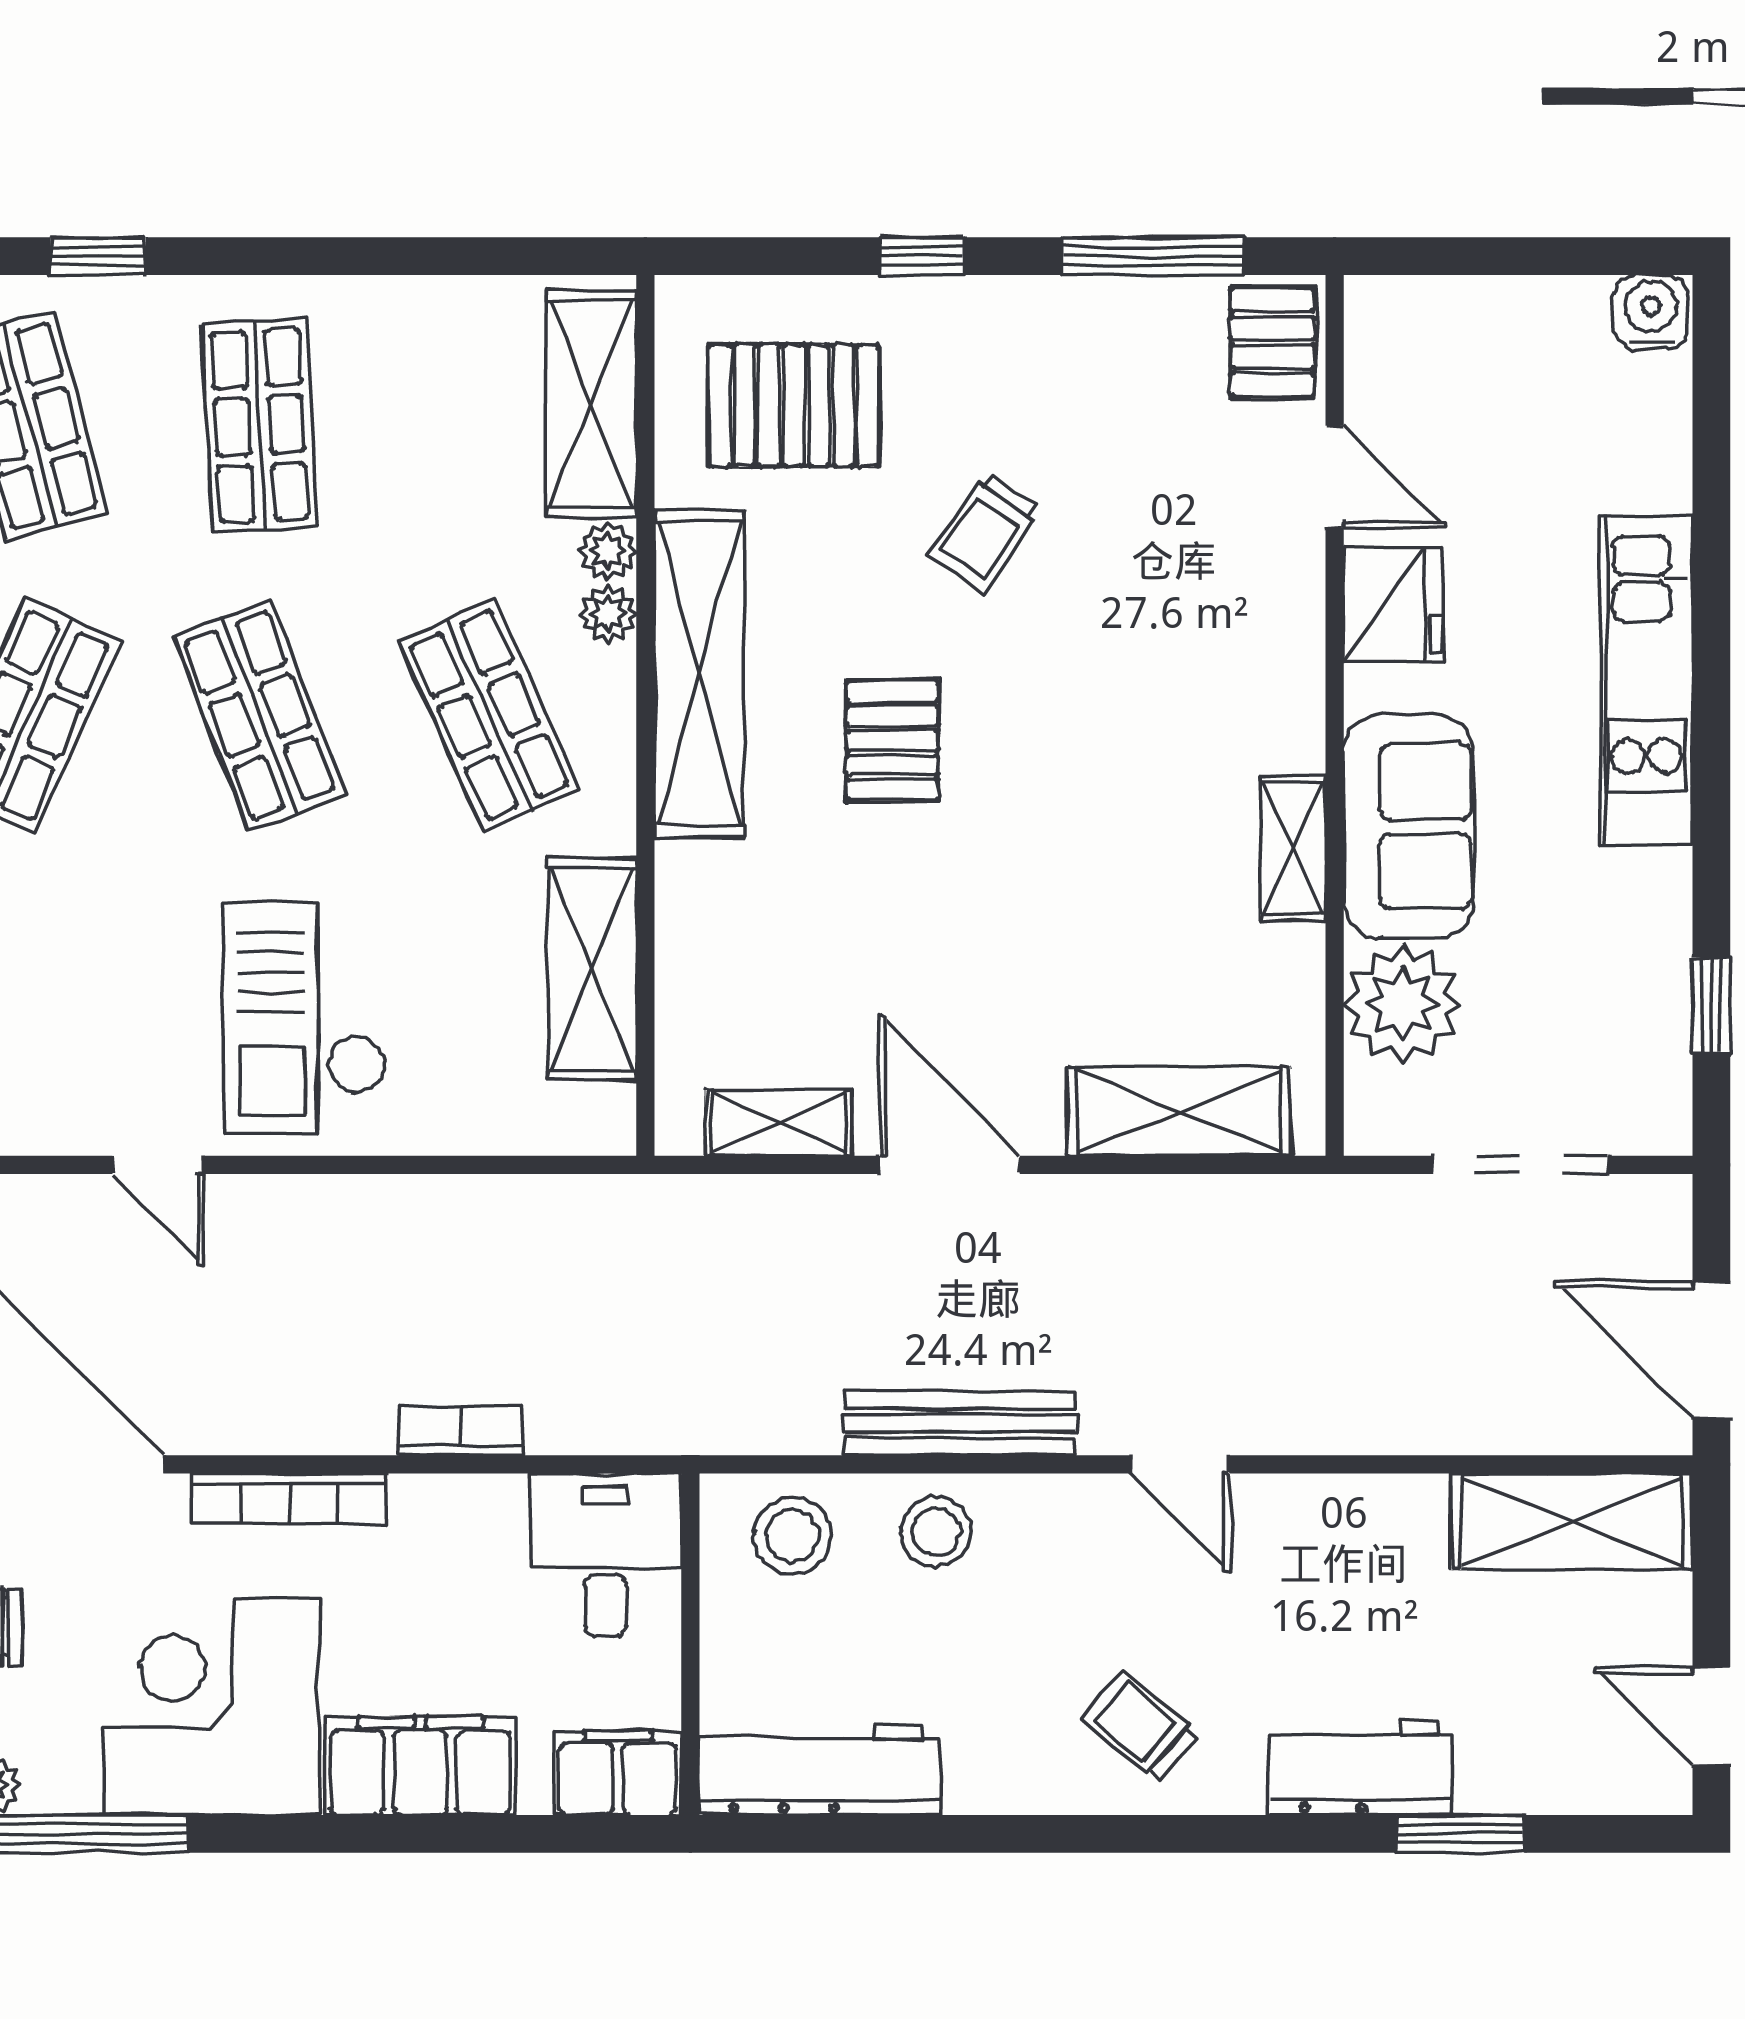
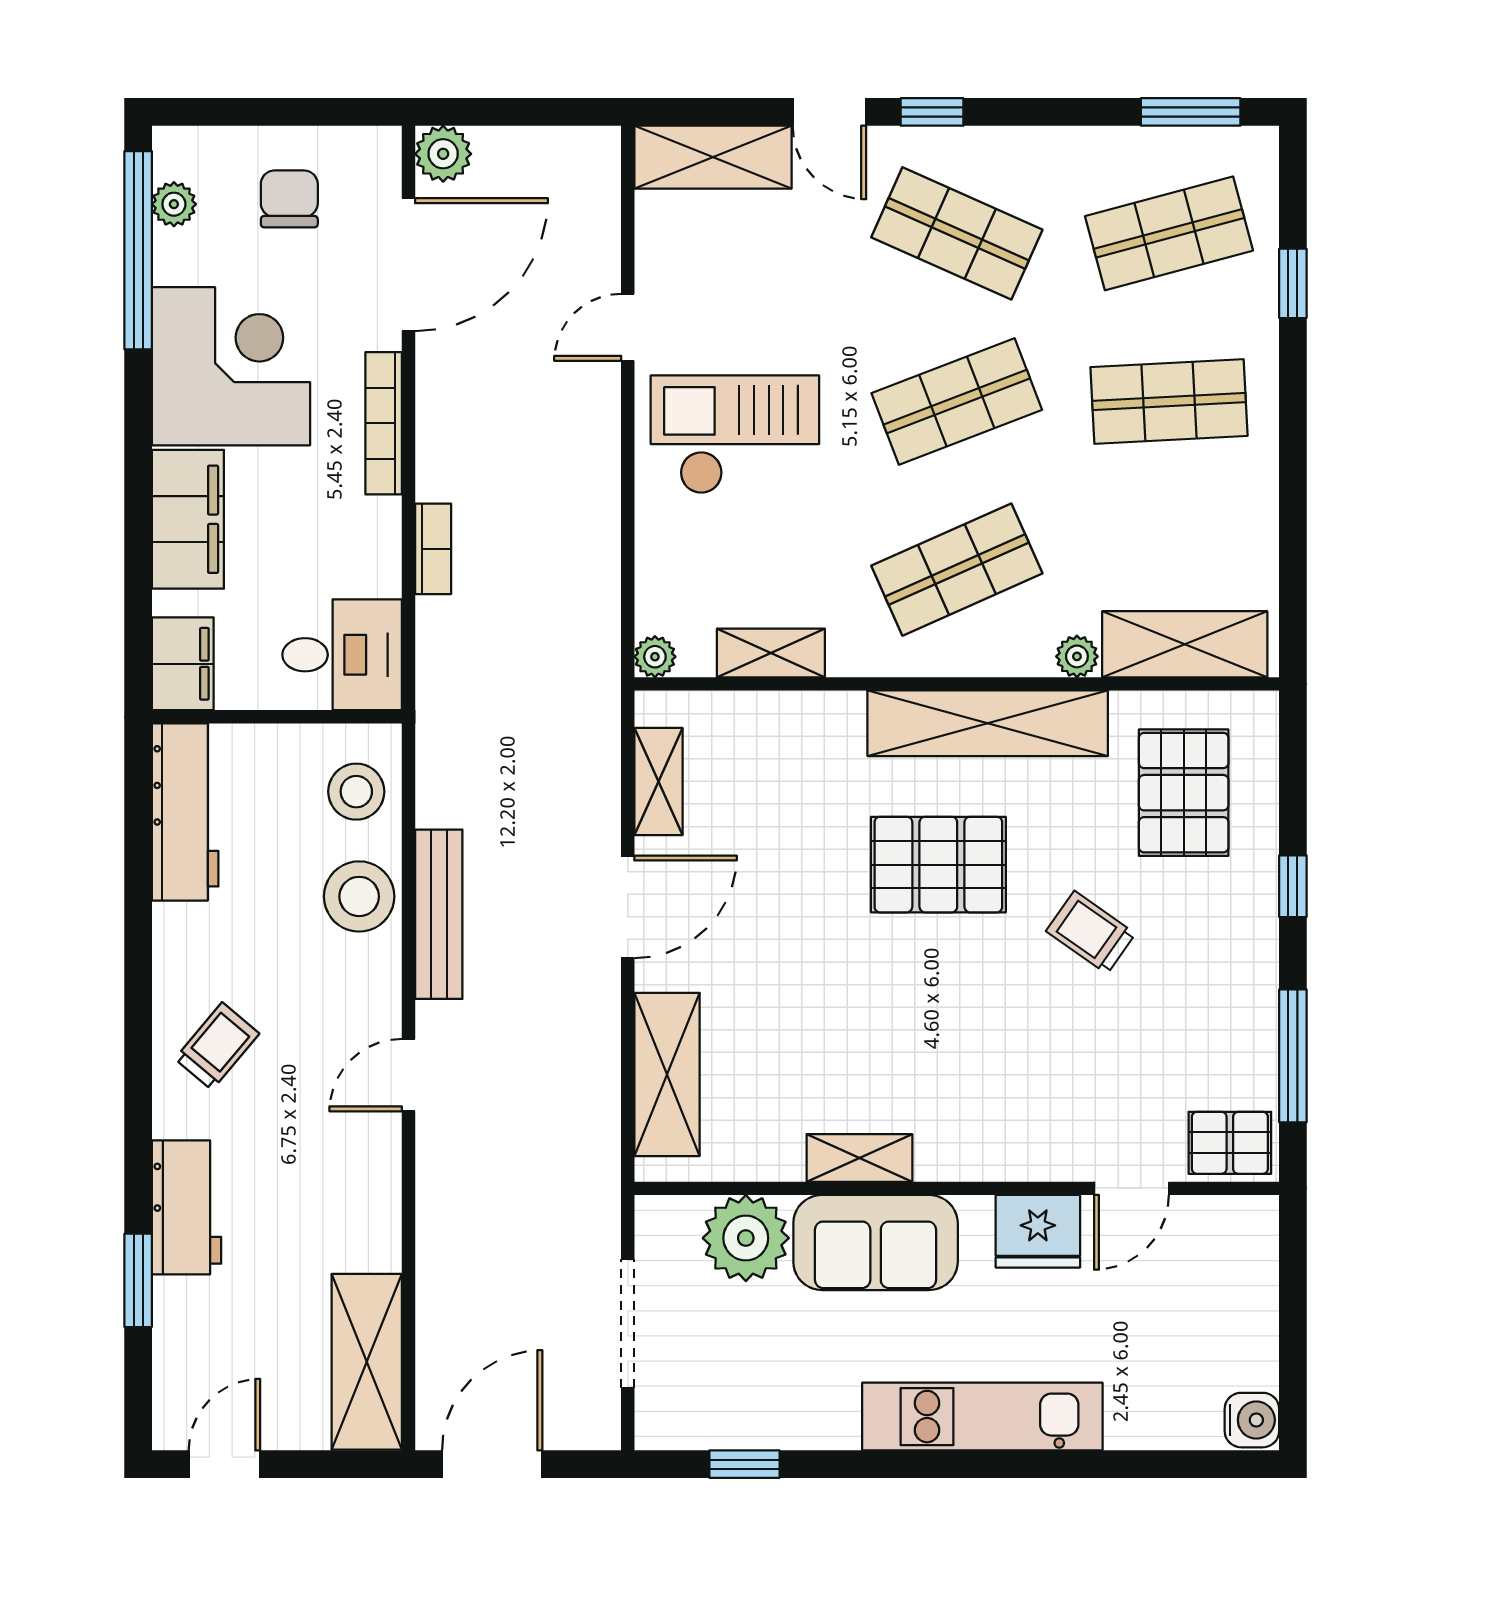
plant: (608, 614) -> (655, 657), moved
pallet: (892, 740) -> (938, 865), width x1.50, depth x1.42
shelving: (592, 969) -> (771, 653), width x0.67, depth x0.75
stool: (936, 1532) -> (359, 896), width x1.38, depth x1.38

